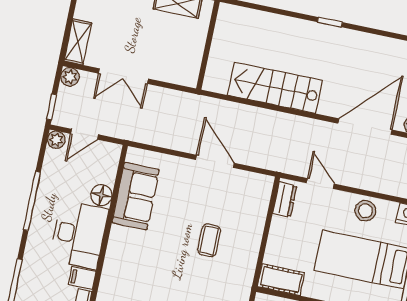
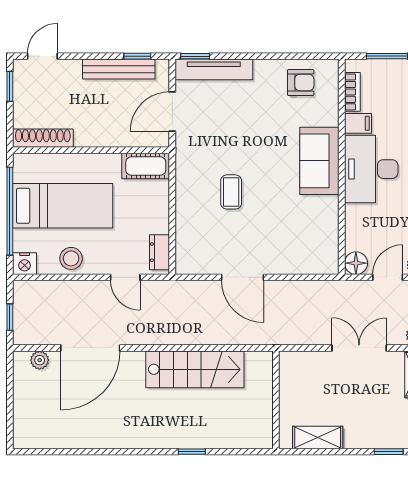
window: (330, 22) -> (192, 452), moved
floor lamp: (101, 195) -> (356, 263), moved
sofa: (136, 196) -> (319, 161), moved

